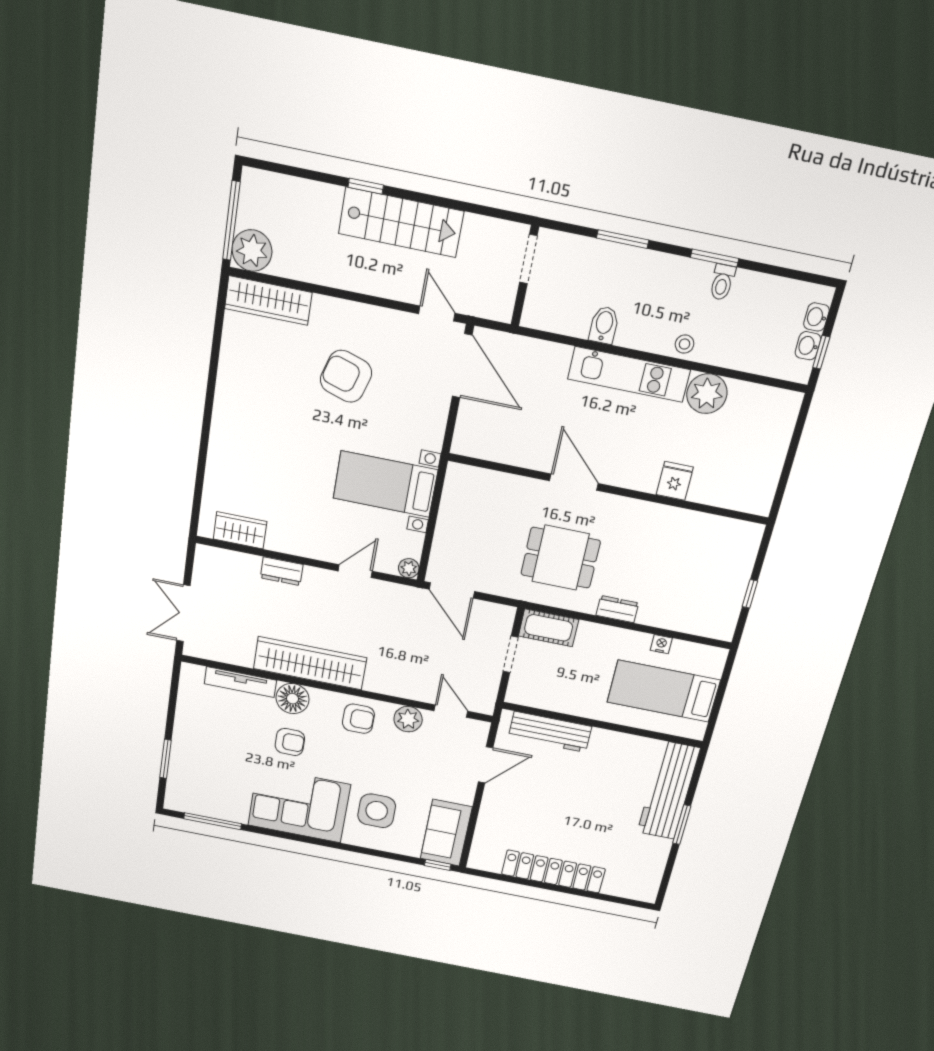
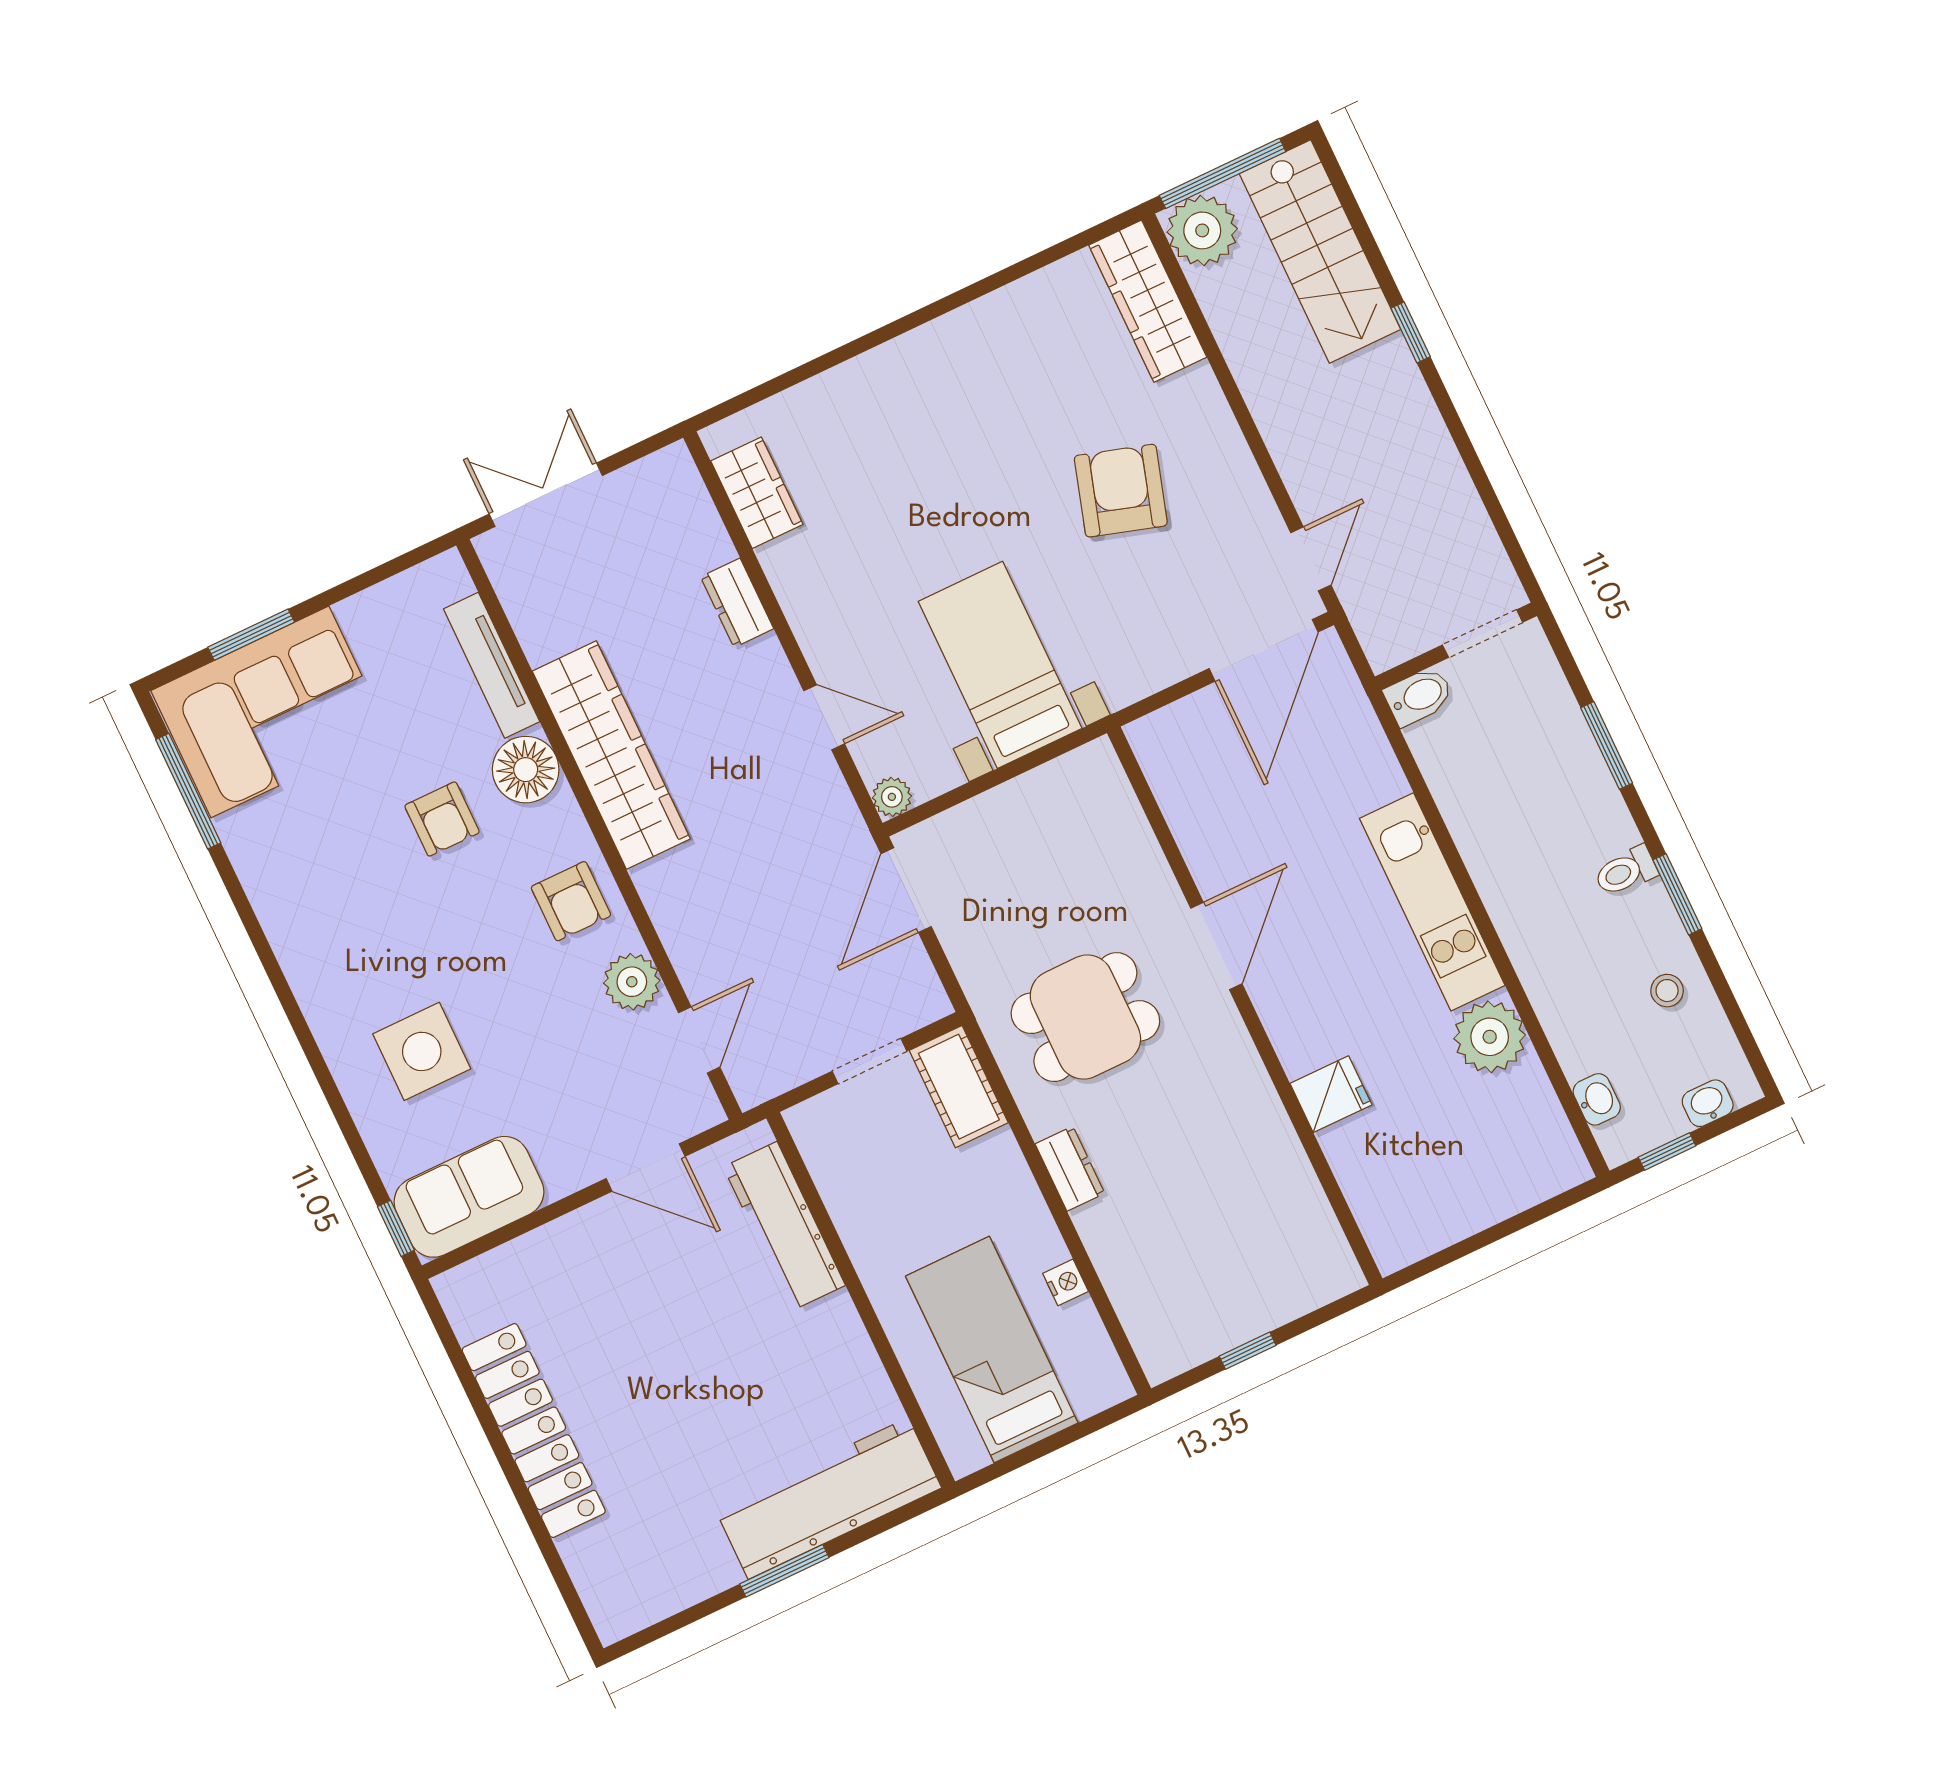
stairs: (401, 222) -> (1320, 252), moved
toilet: (722, 282) -> (1626, 871), moved
bidet: (604, 325) -> (1419, 696), moved
stool: (685, 344) -> (1667, 991), moved
washbasin: (808, 346) -> (1597, 1099), moved, turned 90
dining table: (561, 558) -> (1085, 1017), turned 90
corner sofa: (299, 805) -> (270, 712), moved, turned 90

